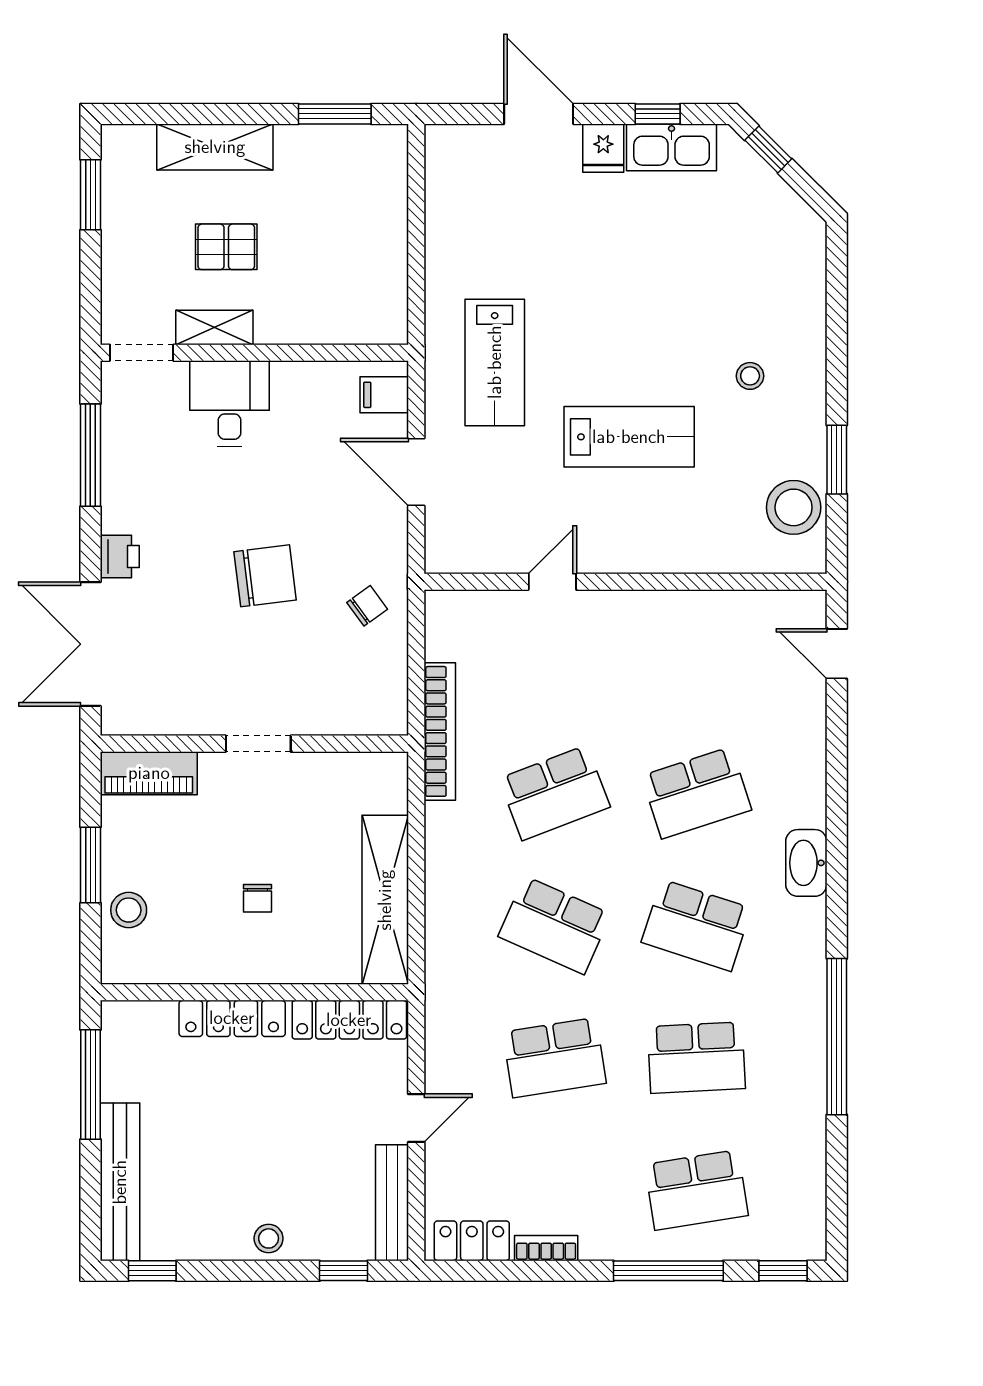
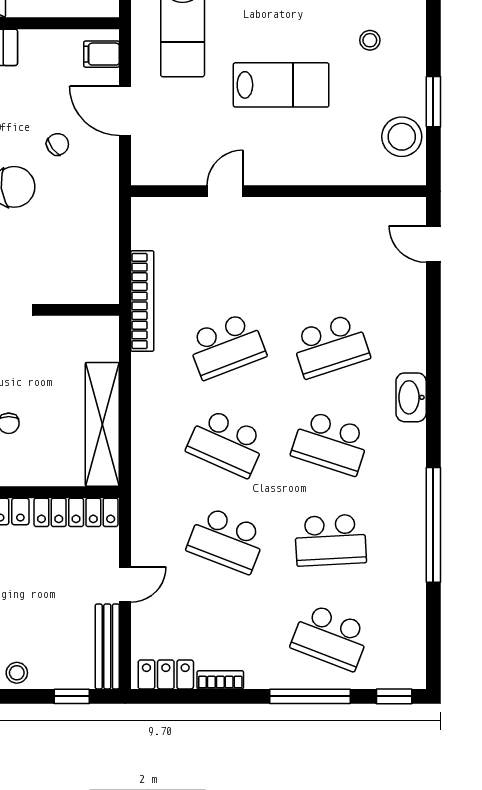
chair: (367, 606) -> (58, 144), moved
school desk: (554, 1058) -> (226, 540), turned 30
school desk: (696, 1190) -> (331, 637), turned 30

